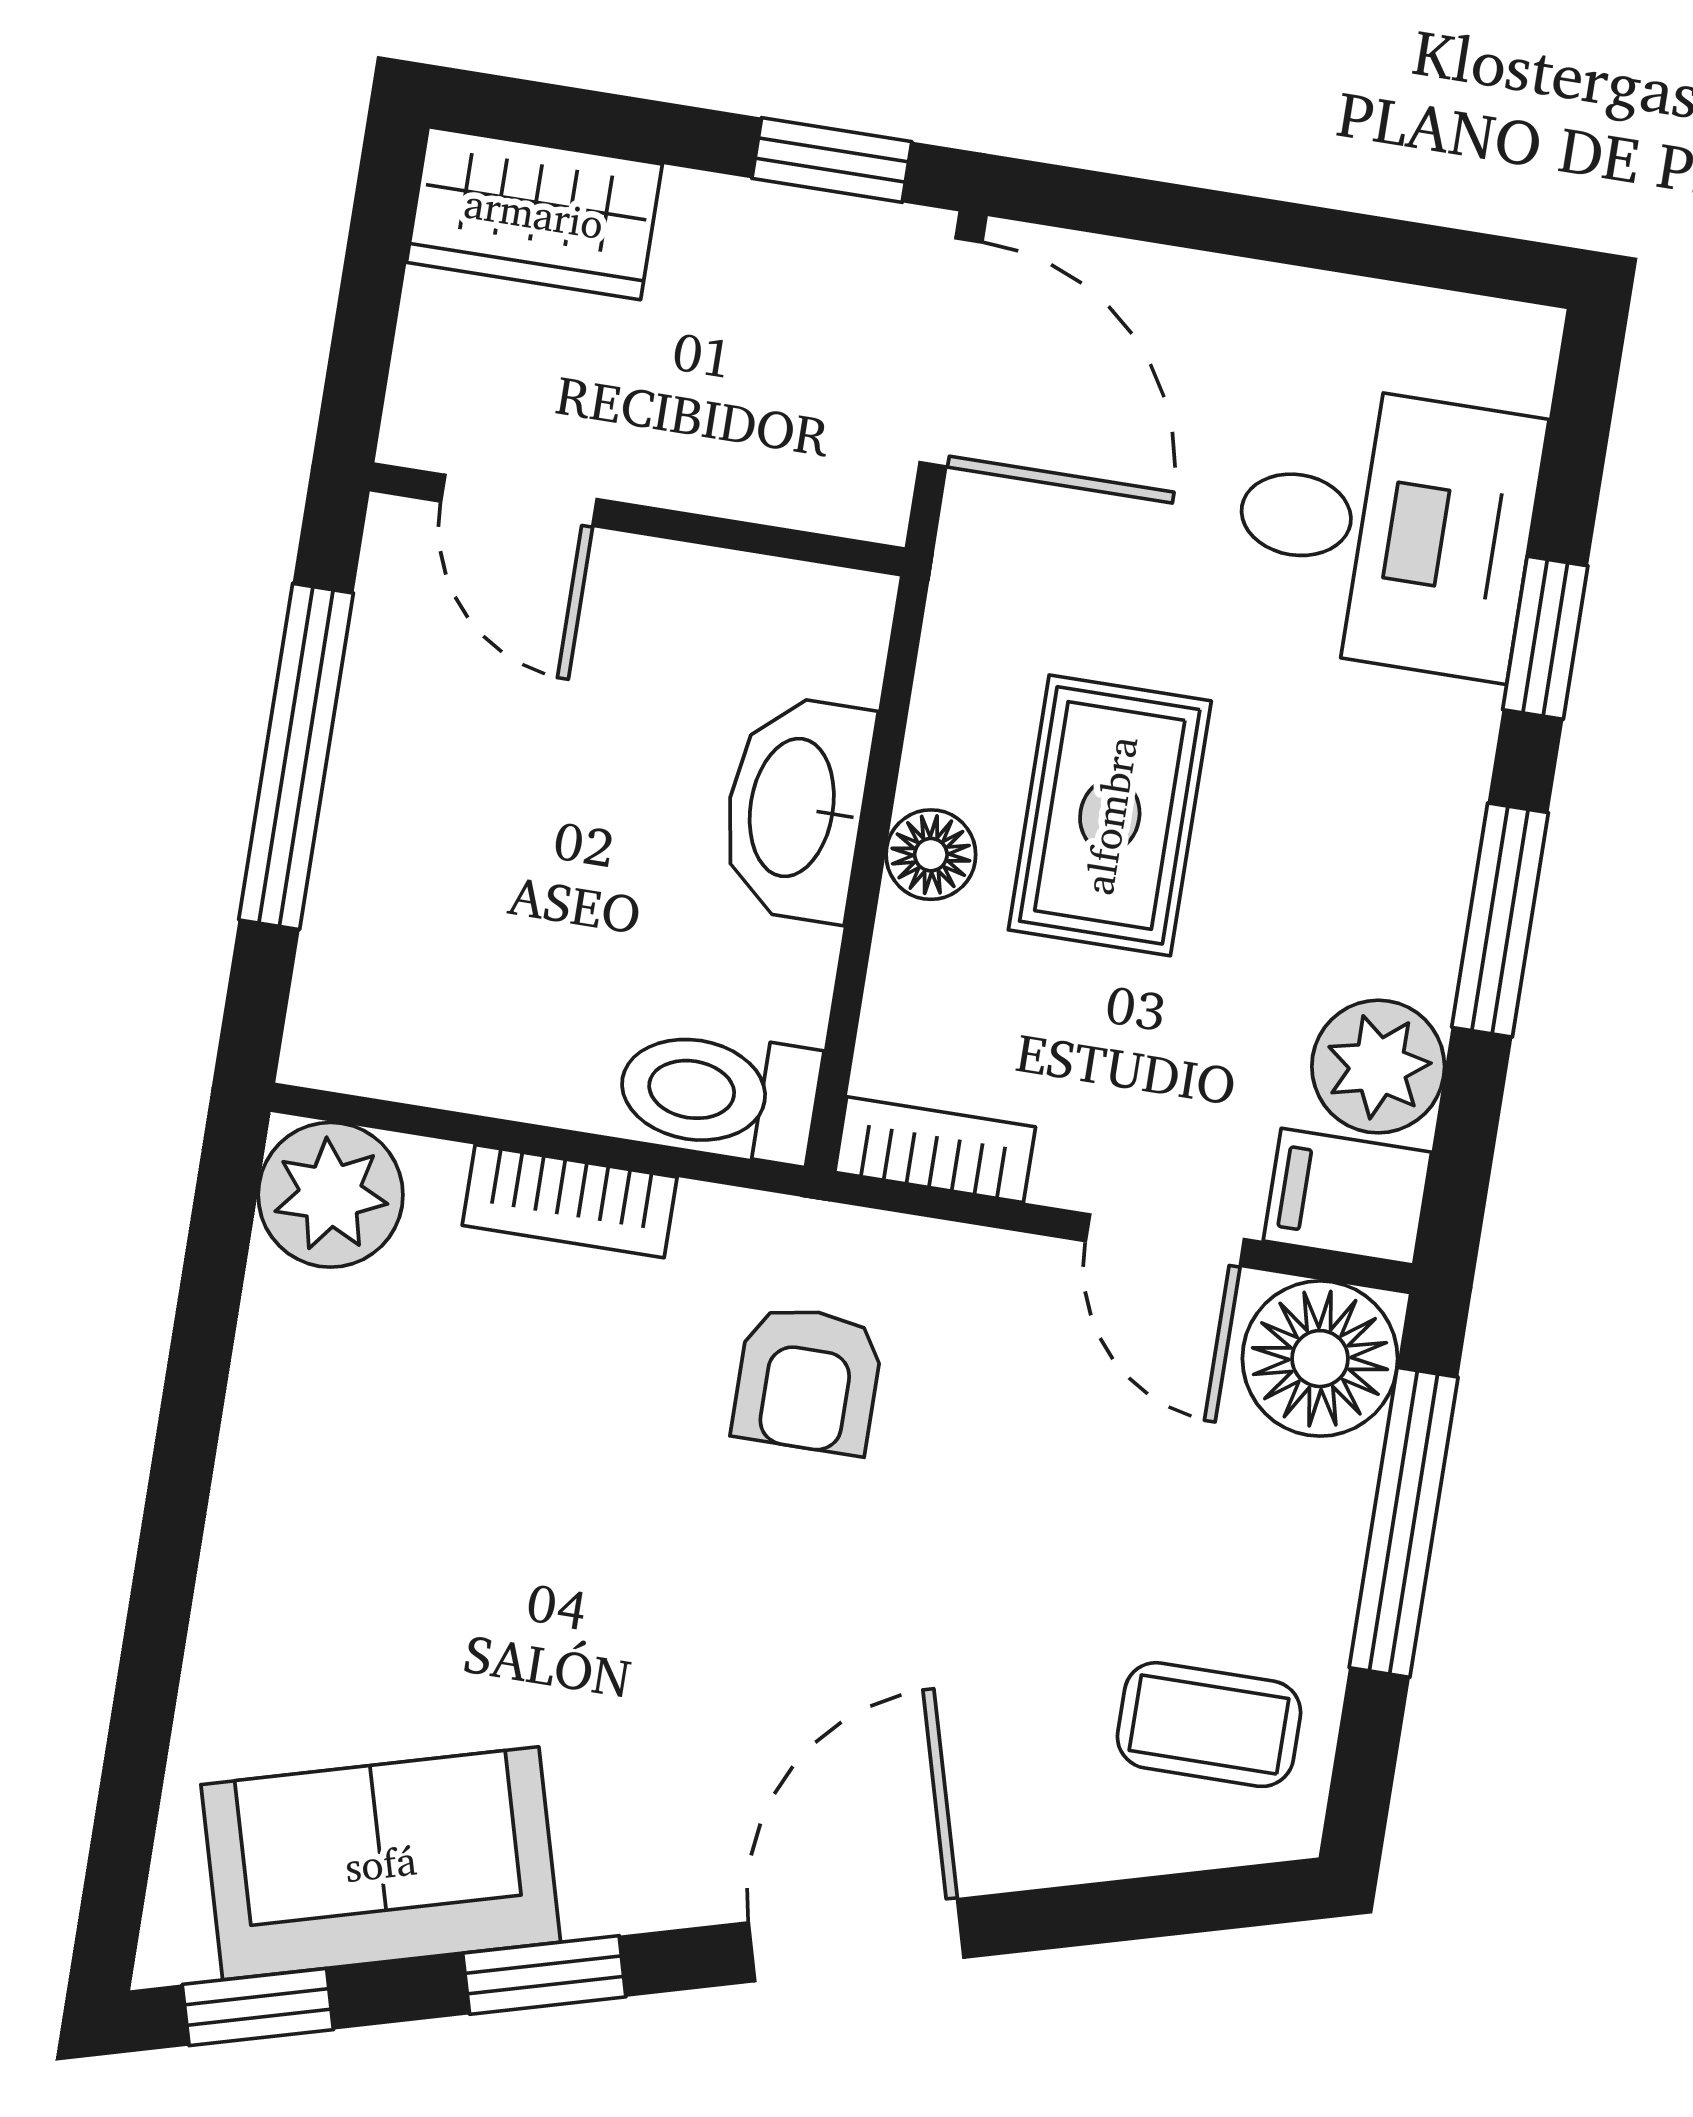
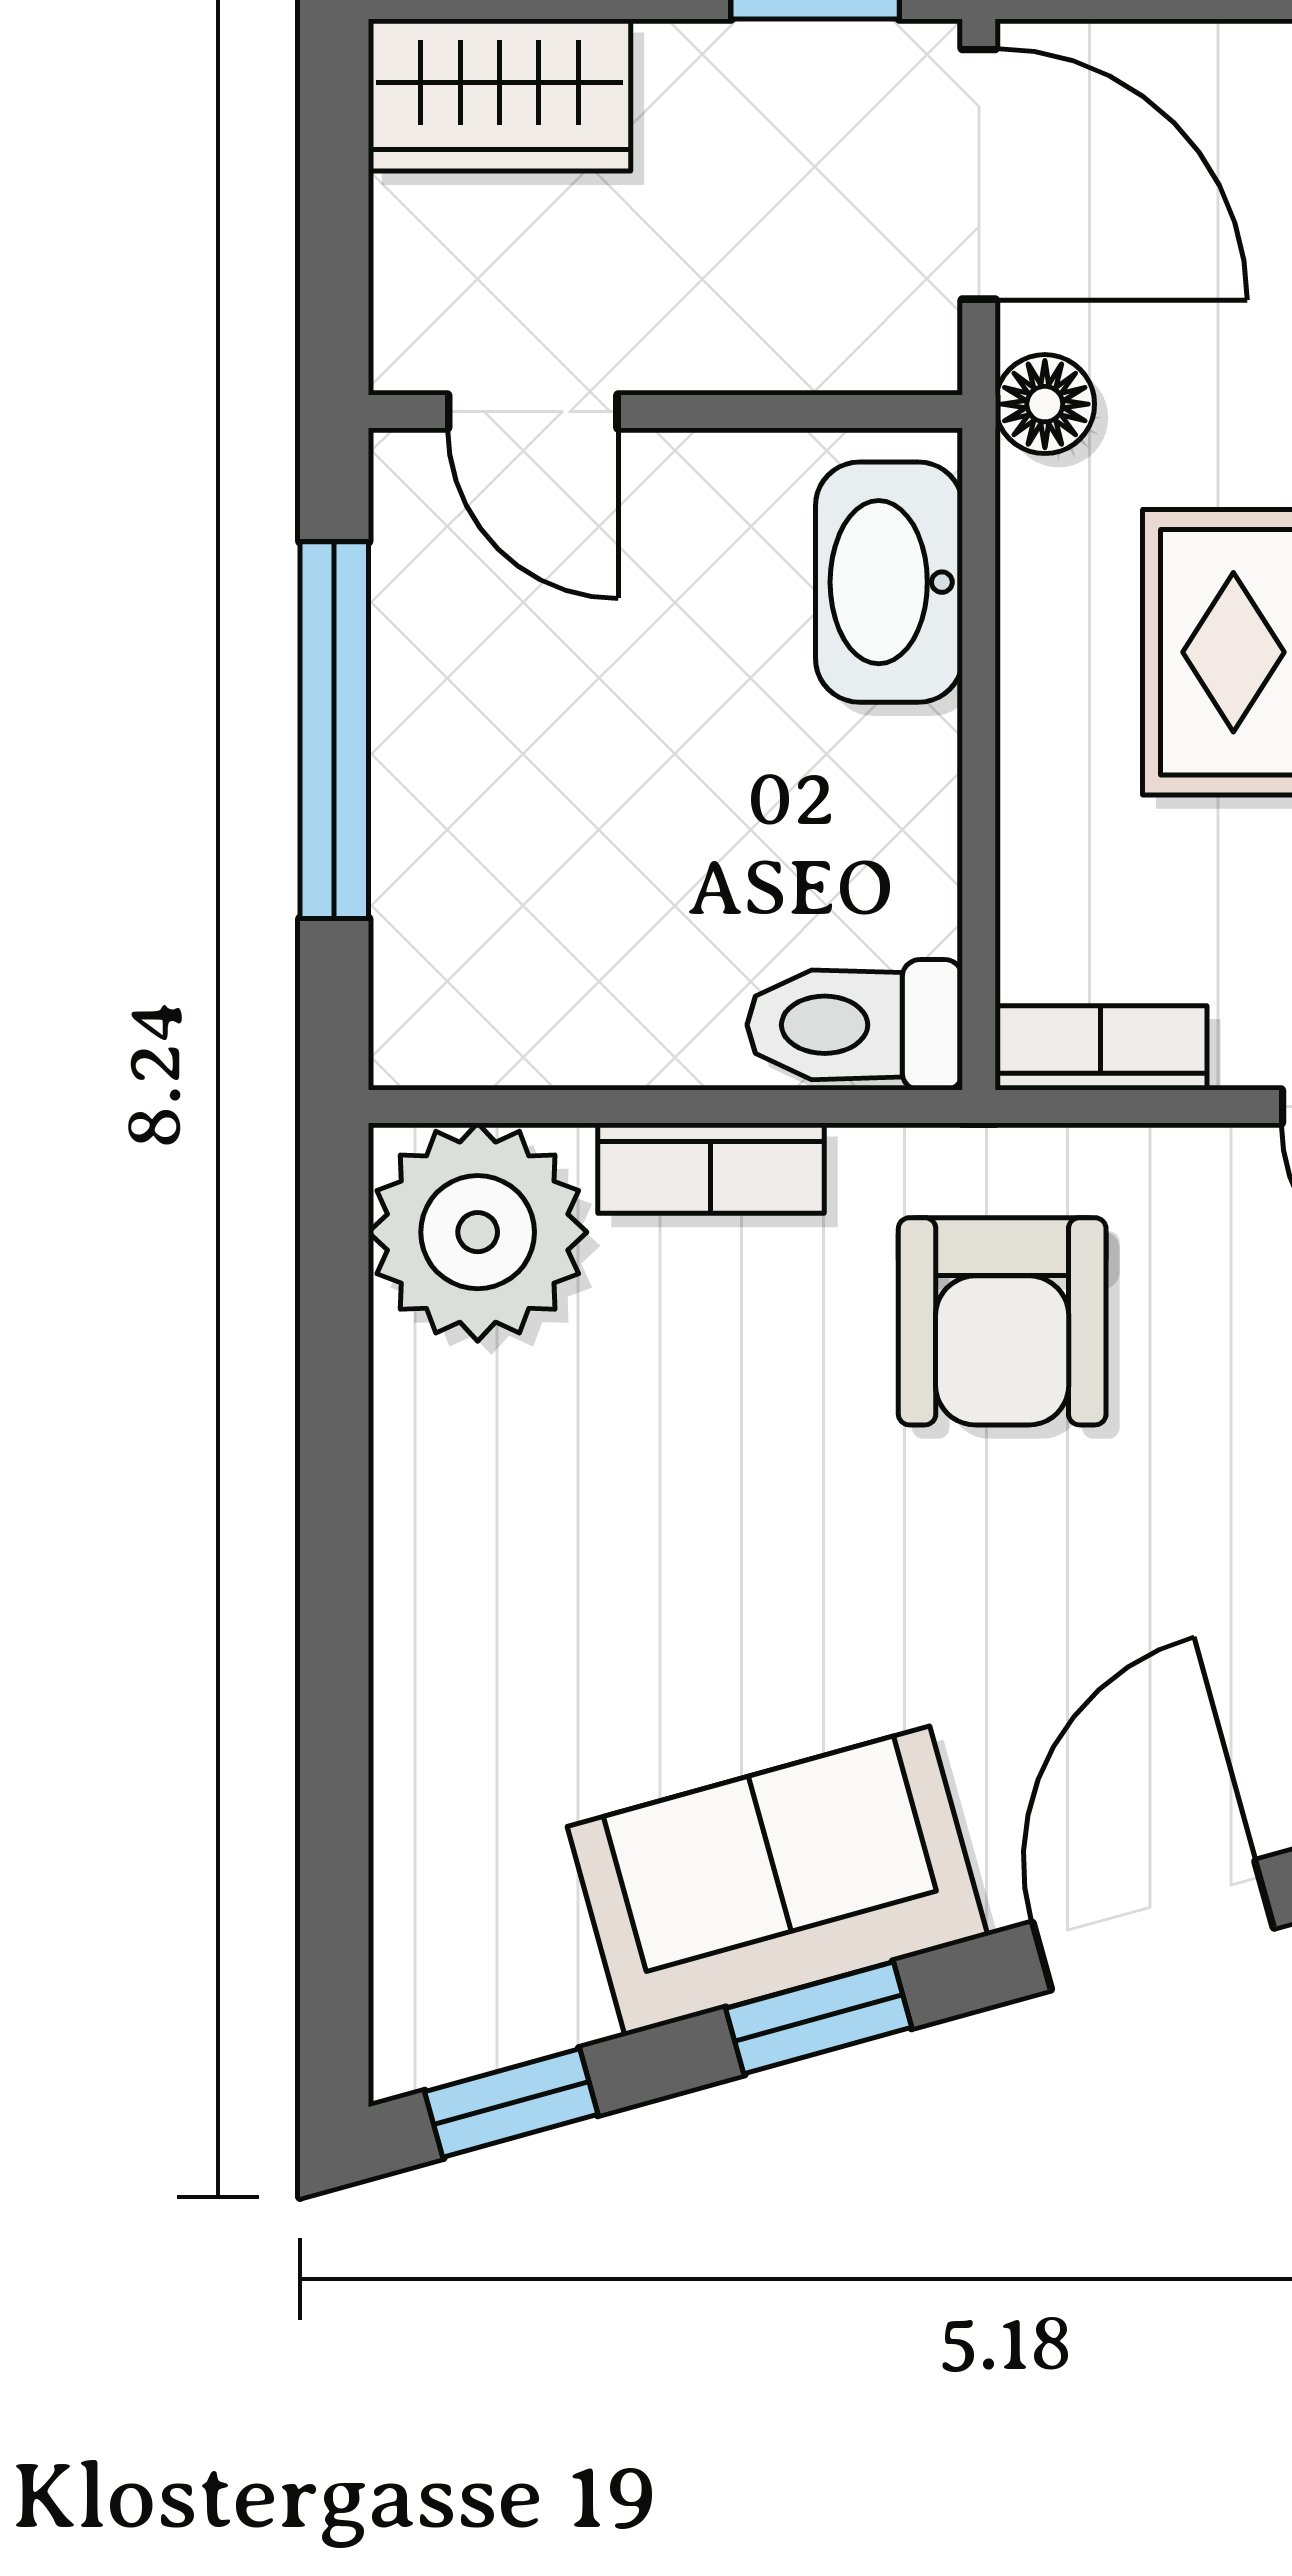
washbasin: (796, 808) -> (889, 582), moved
floor lamp: (931, 855) -> (1045, 404), moved
plant: (331, 1195) -> (478, 1232), width x1.36, depth x1.36
armchair: (808, 1380) -> (1002, 1321), width x1.38, depth x1.38
sofa: (381, 1863) -> (777, 1881), moved

